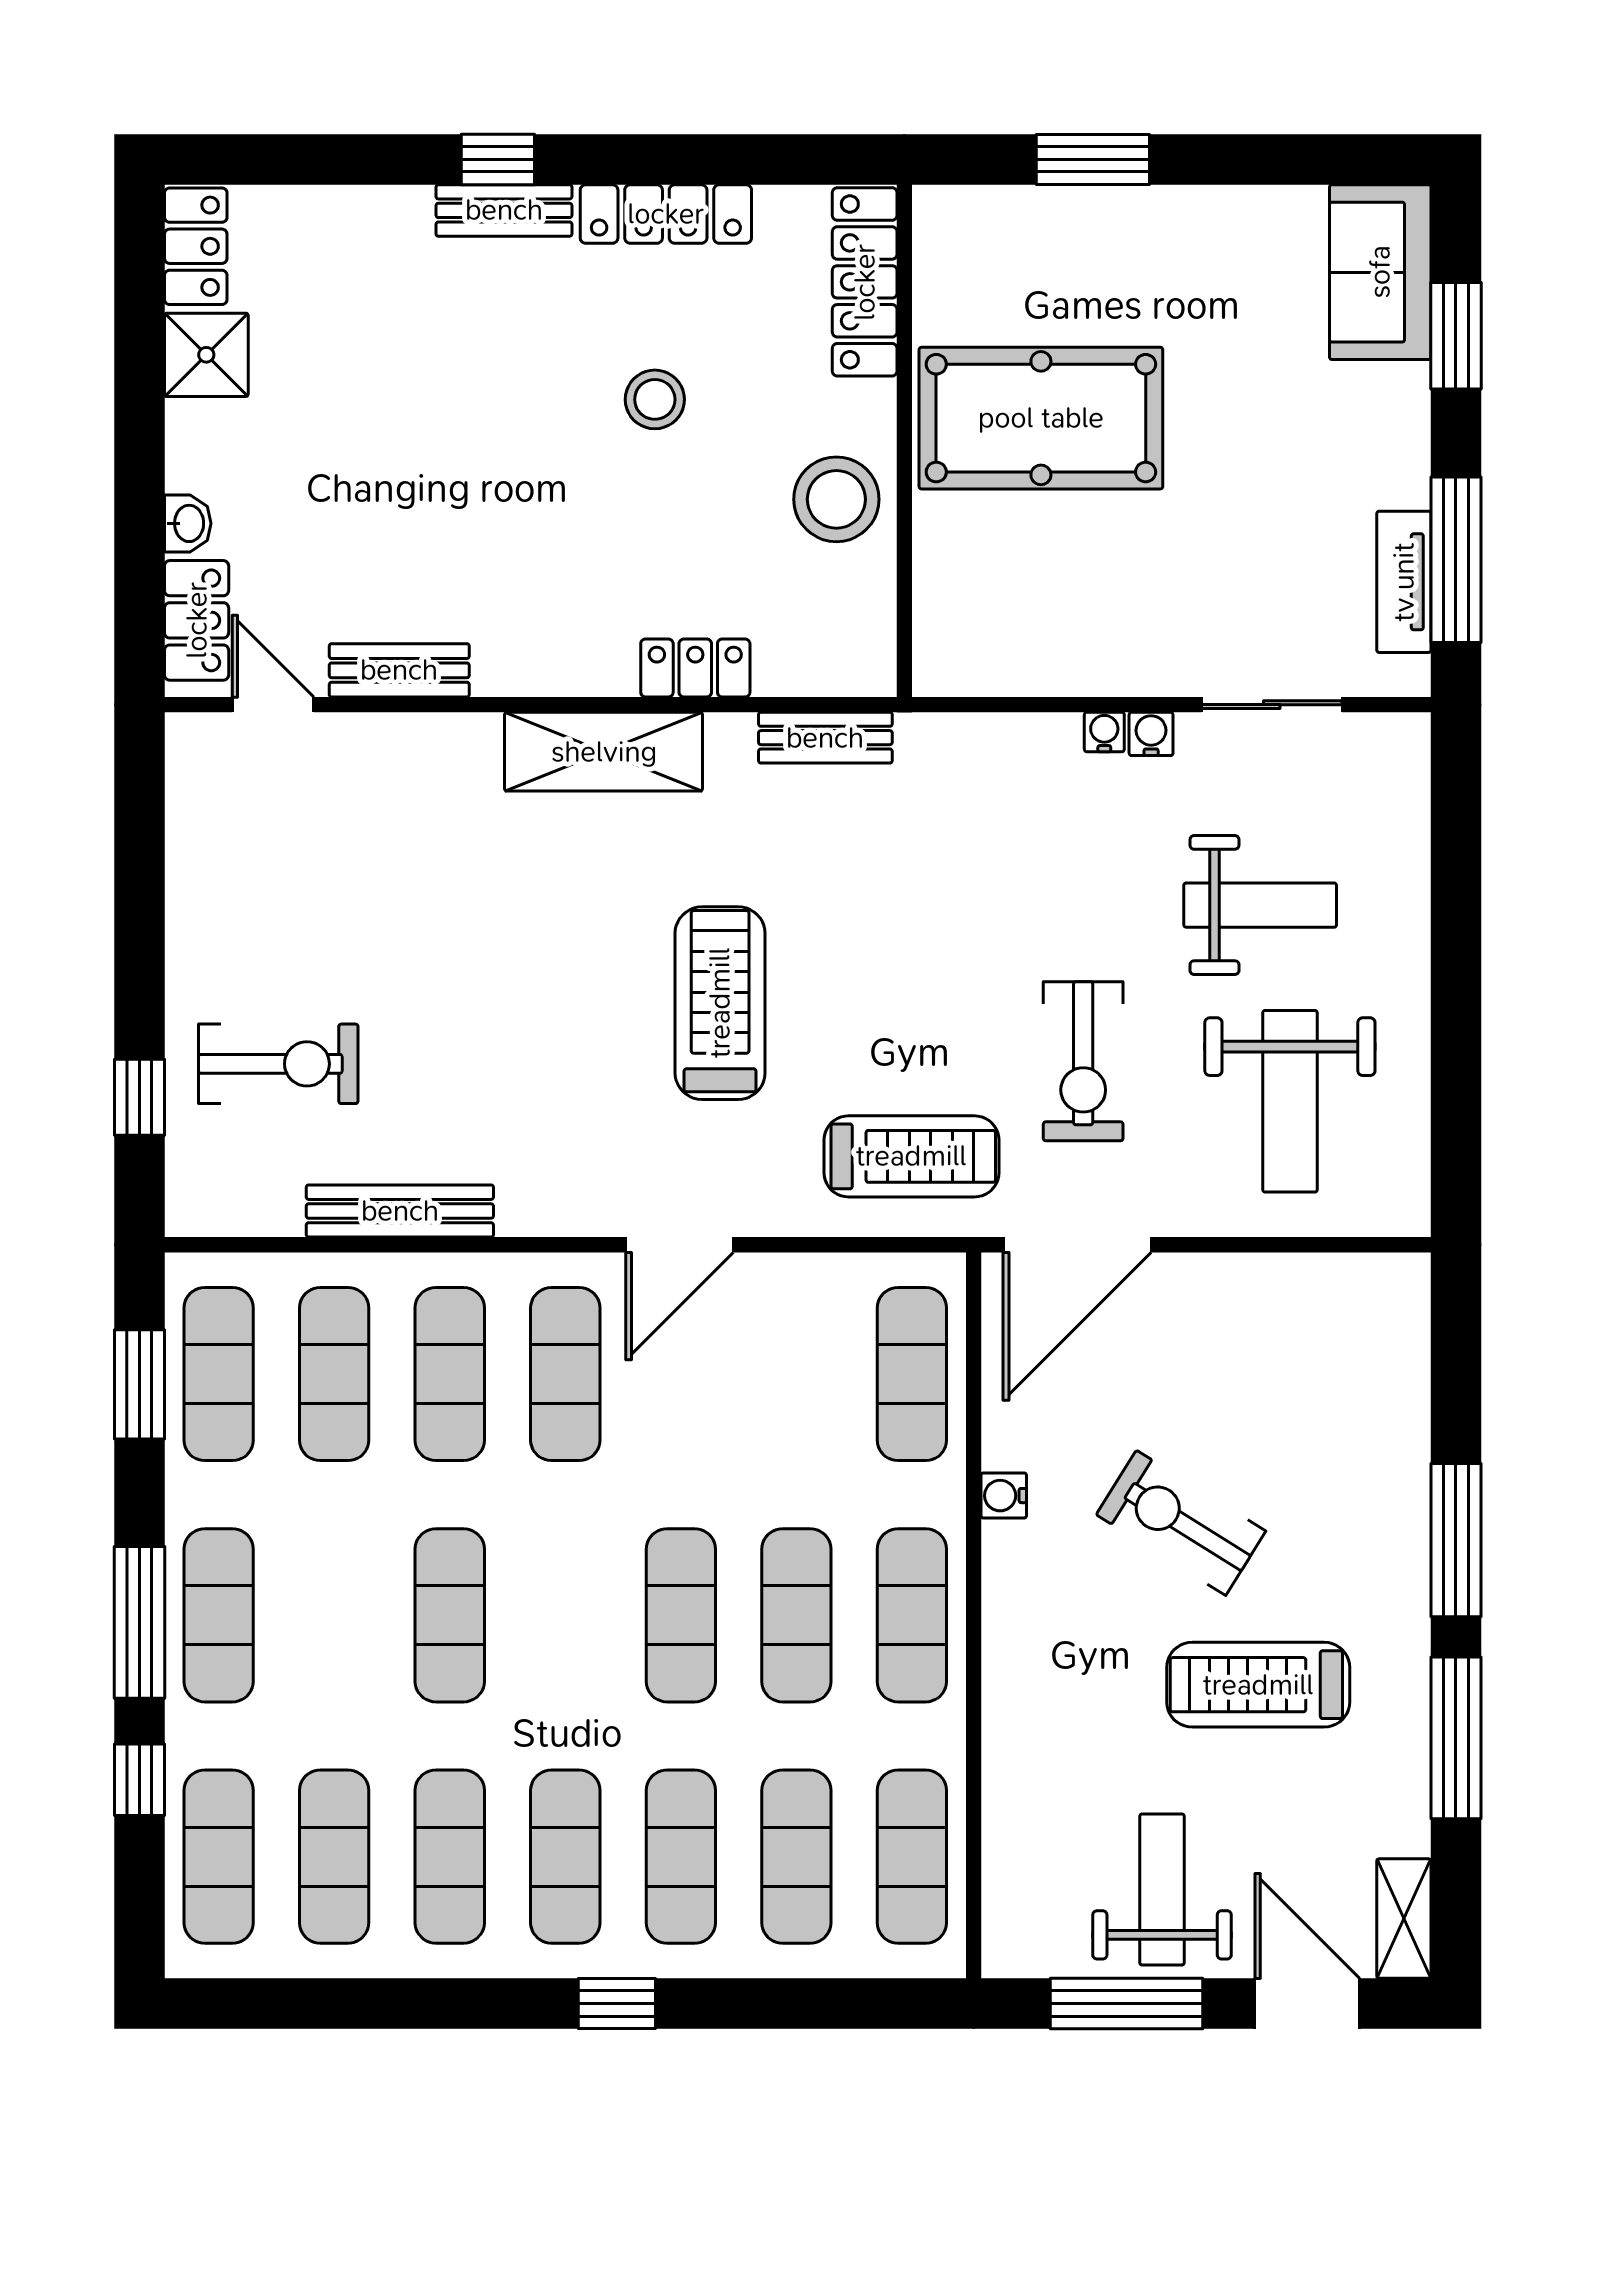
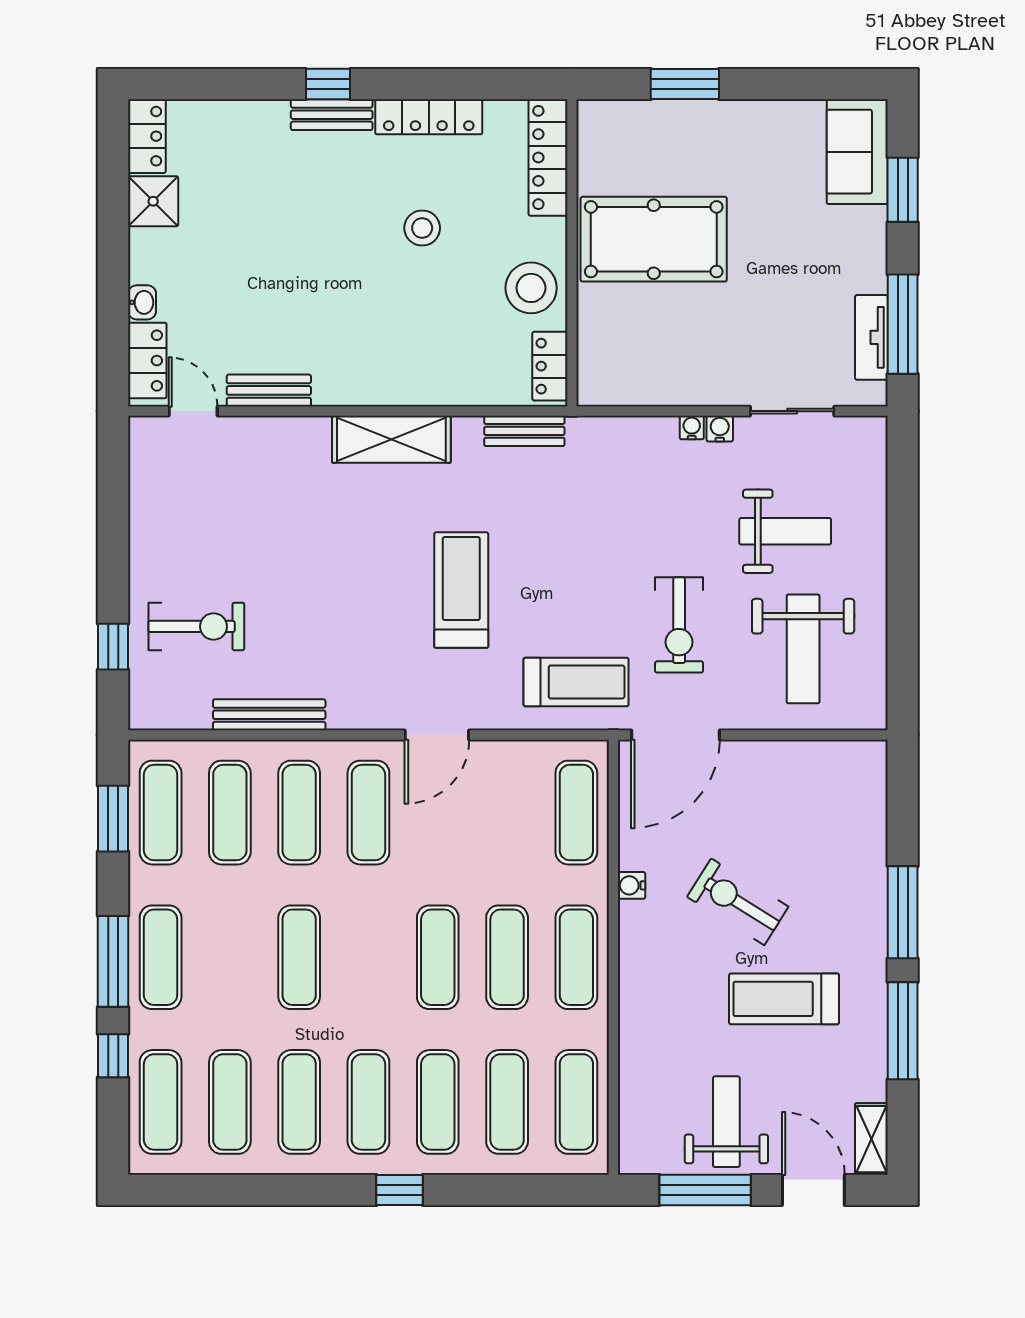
locker: (695, 668) -> (550, 366), moved, turned -90

